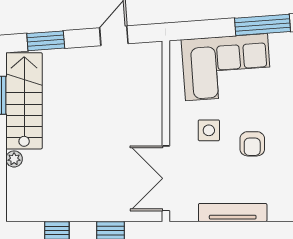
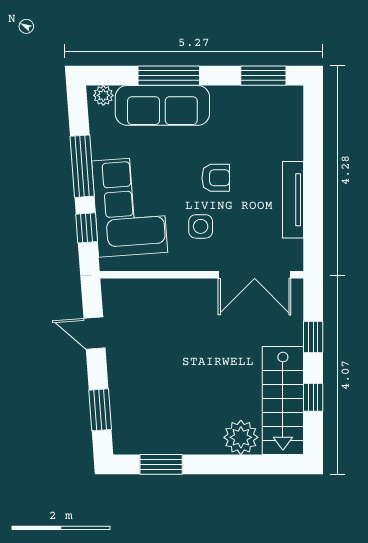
window: (208, 29) -> (87, 228), added
stairs: (24, 101) -> (283, 400), moved, turned -90
plant: (14, 159) -> (241, 437), width x1.87, depth x1.87

